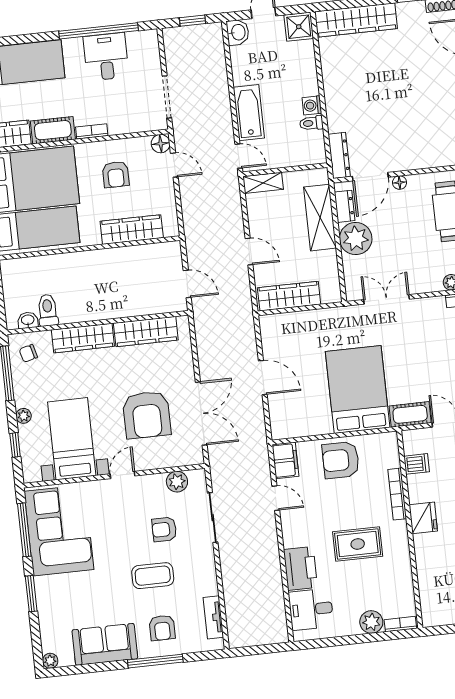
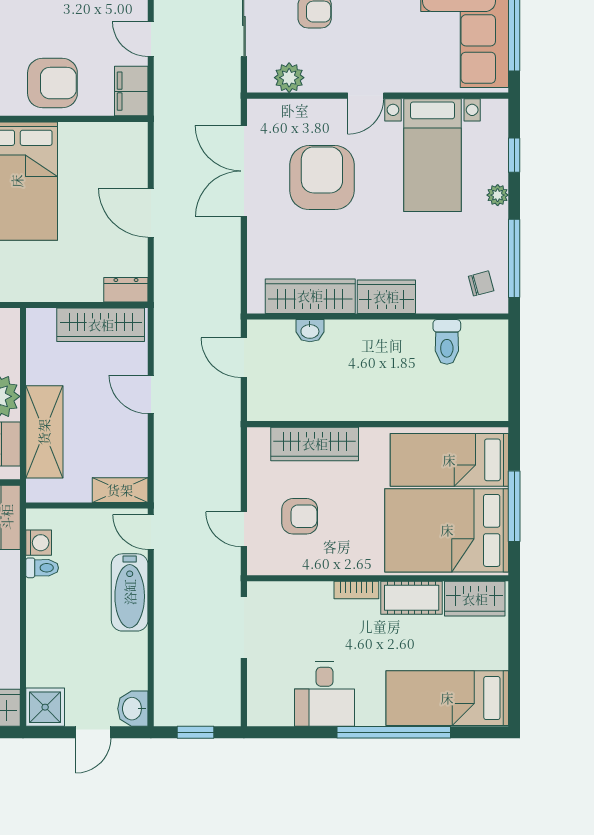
window: (99, 31) -> (394, 732), moved
washing machine: (312, 105) -> (39, 543), moved
floor lamp: (161, 144) -> (260, 562), removed
armchair: (116, 174) -> (300, 516), moved, turned 90
washbasin: (28, 320) -> (310, 331), moved
dresser: (274, 322) -> (126, 290), added
wardrobe: (83, 338) -> (386, 297), width x0.67

